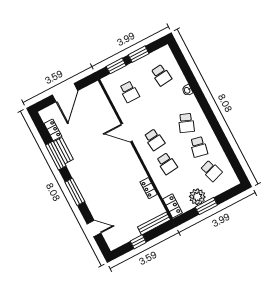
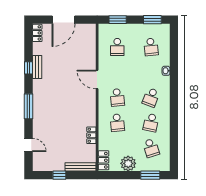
window: (139, 54) -> (152, 20), moved
locker: (53, 130) -> (37, 33), moved
window: (56, 155) -> (29, 68), width x0.46
window: (206, 206) -> (150, 175), moved

